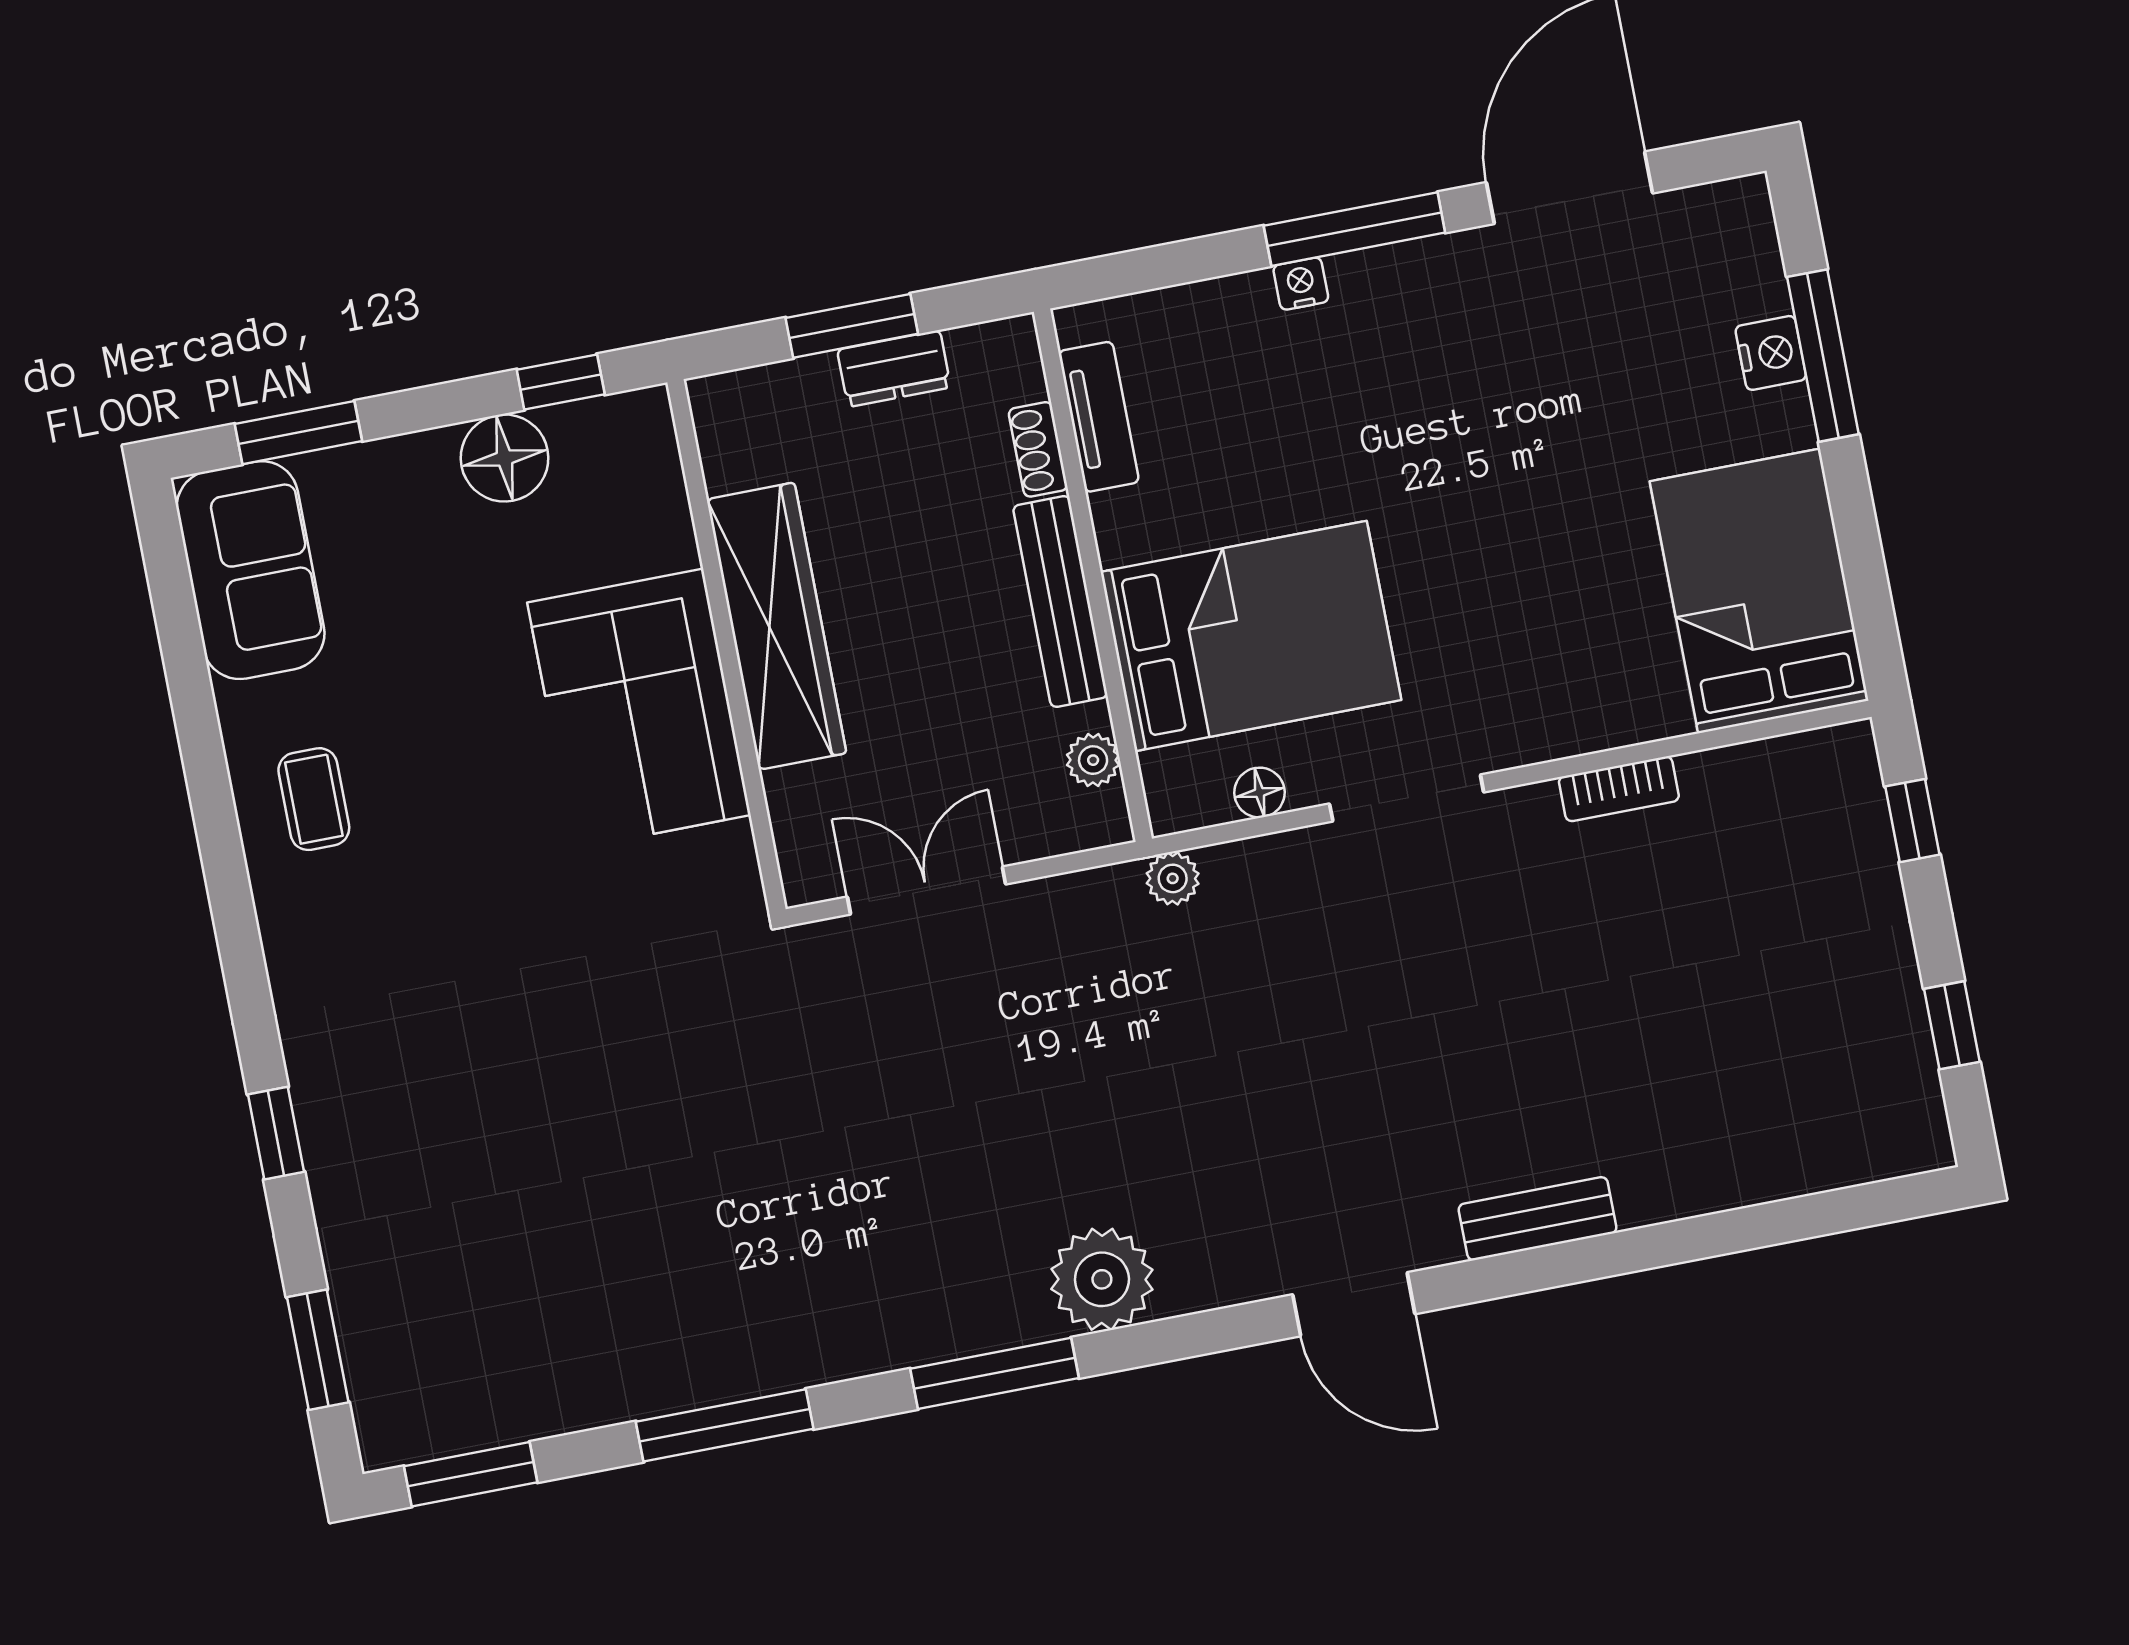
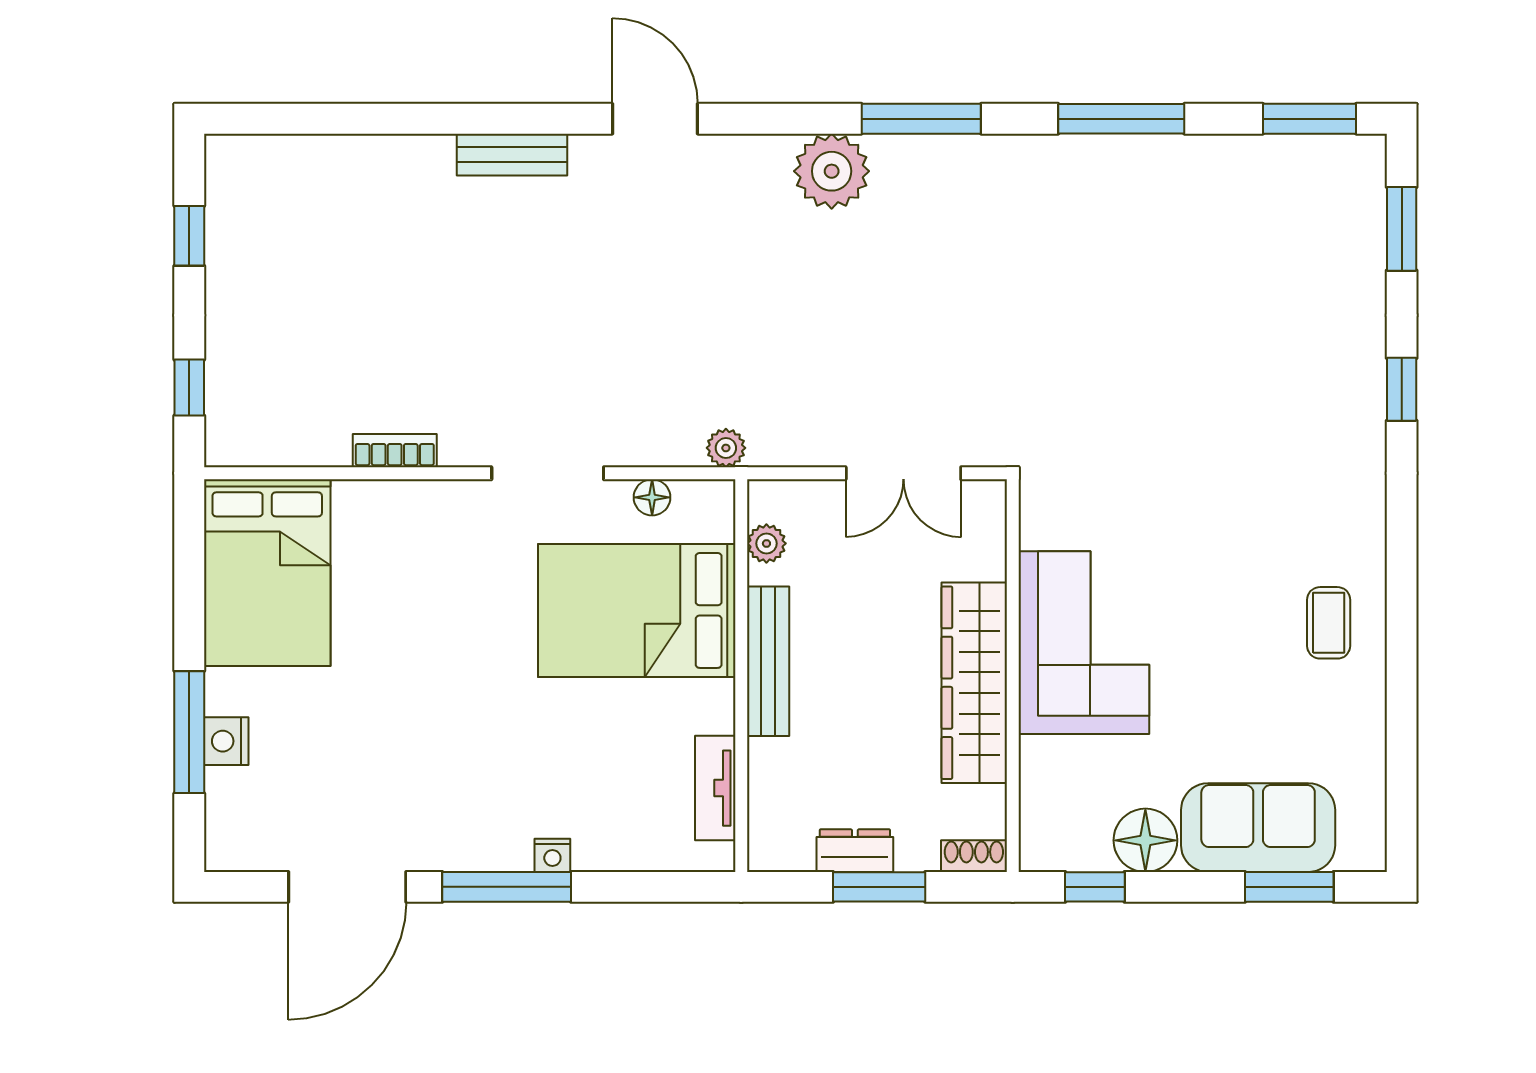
shoe rack: (1038, 449) -> (974, 856), moved, turned -90
sofa: (251, 570) -> (1258, 828), moved, turned 90

